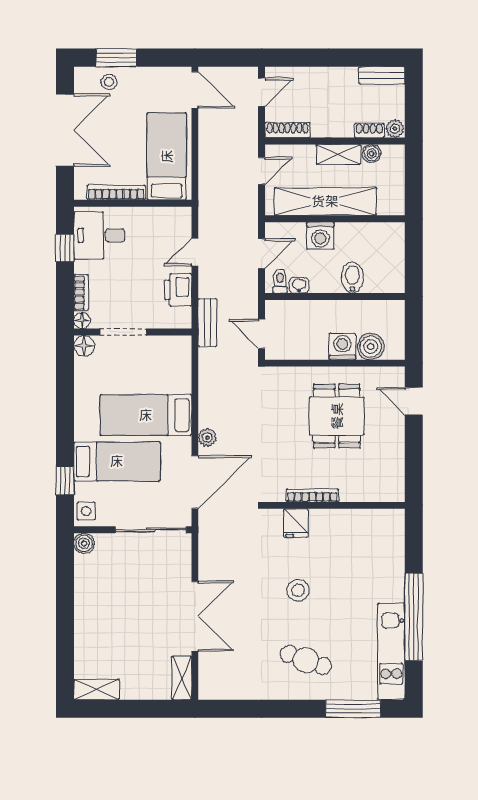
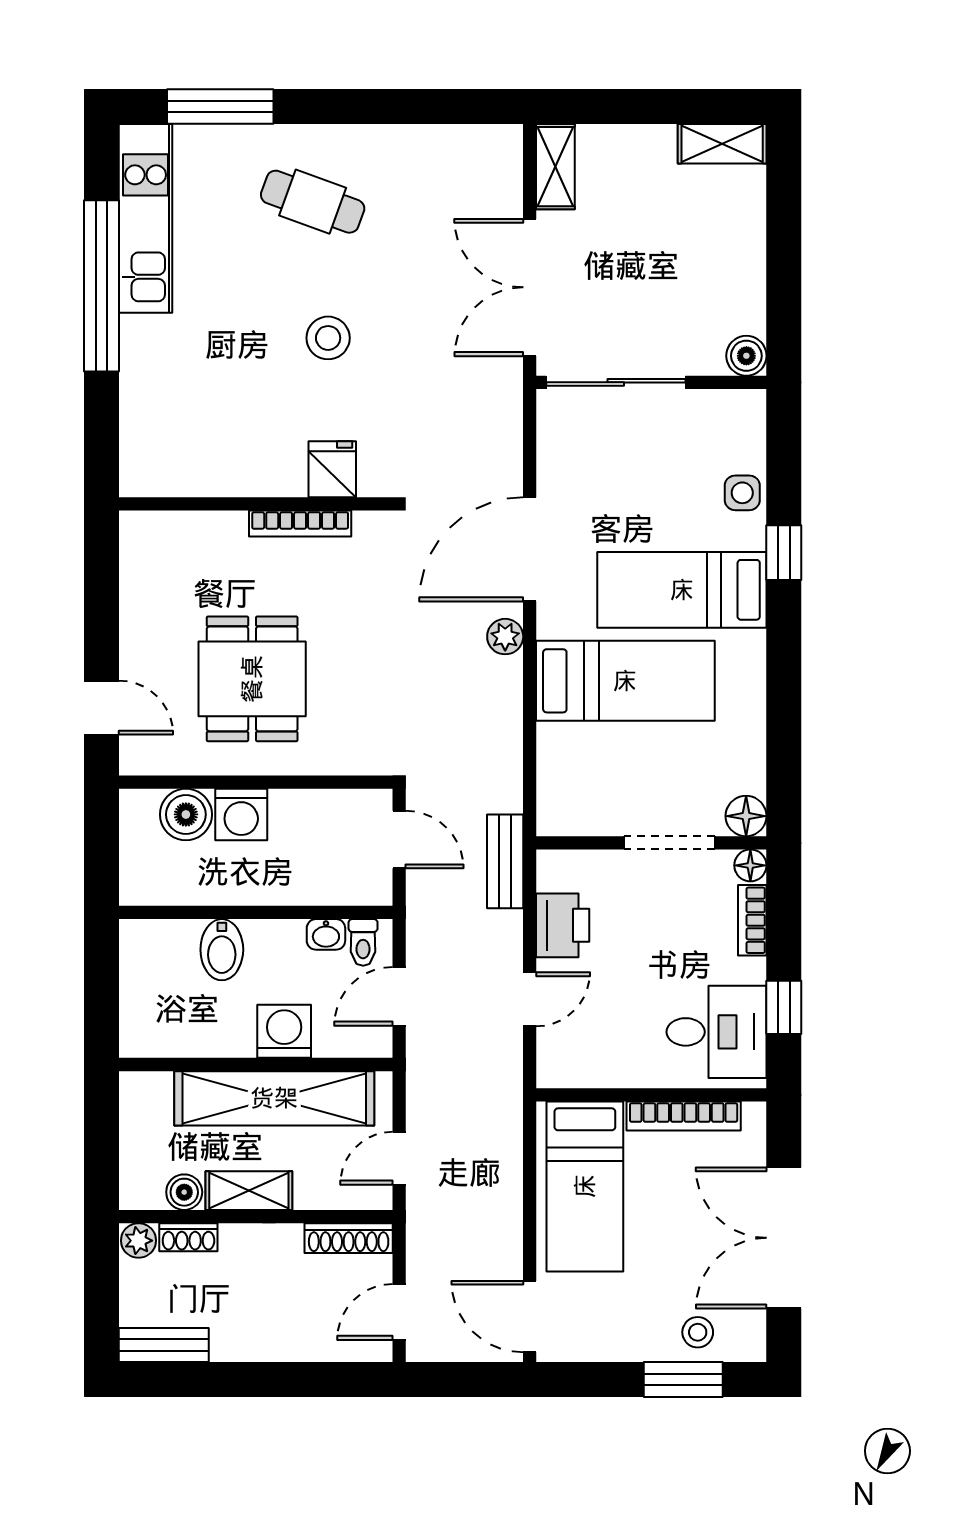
wall: (133, 530) -> (651, 382), moved
sliding door: (151, 530) -> (616, 382), moved
boiler: (84, 543) -> (746, 356), moved

